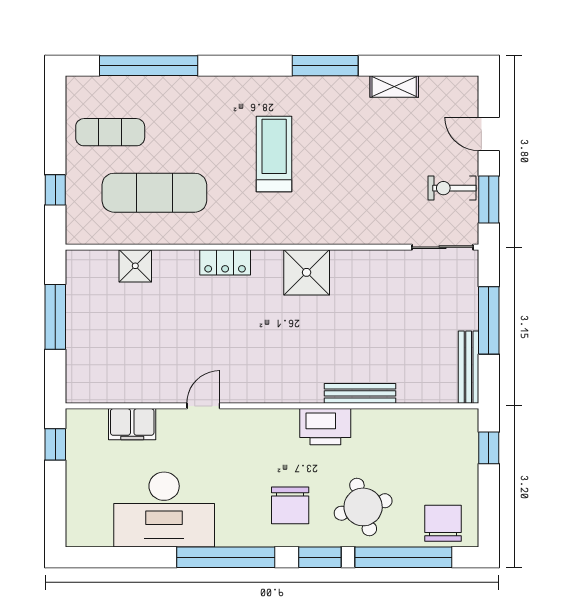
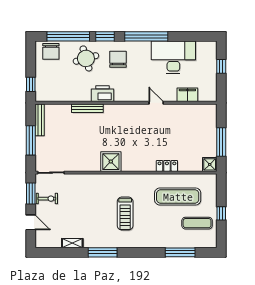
window: (149, 66) -> (180, 252), width x0.68
window: (55, 190) -> (221, 213), moved
locker: (225, 262) -> (167, 166), moved
shower: (135, 266) -> (210, 164), moved
door: (203, 406) -> (156, 103), swing flipped
window: (55, 444) -> (221, 66), moved

